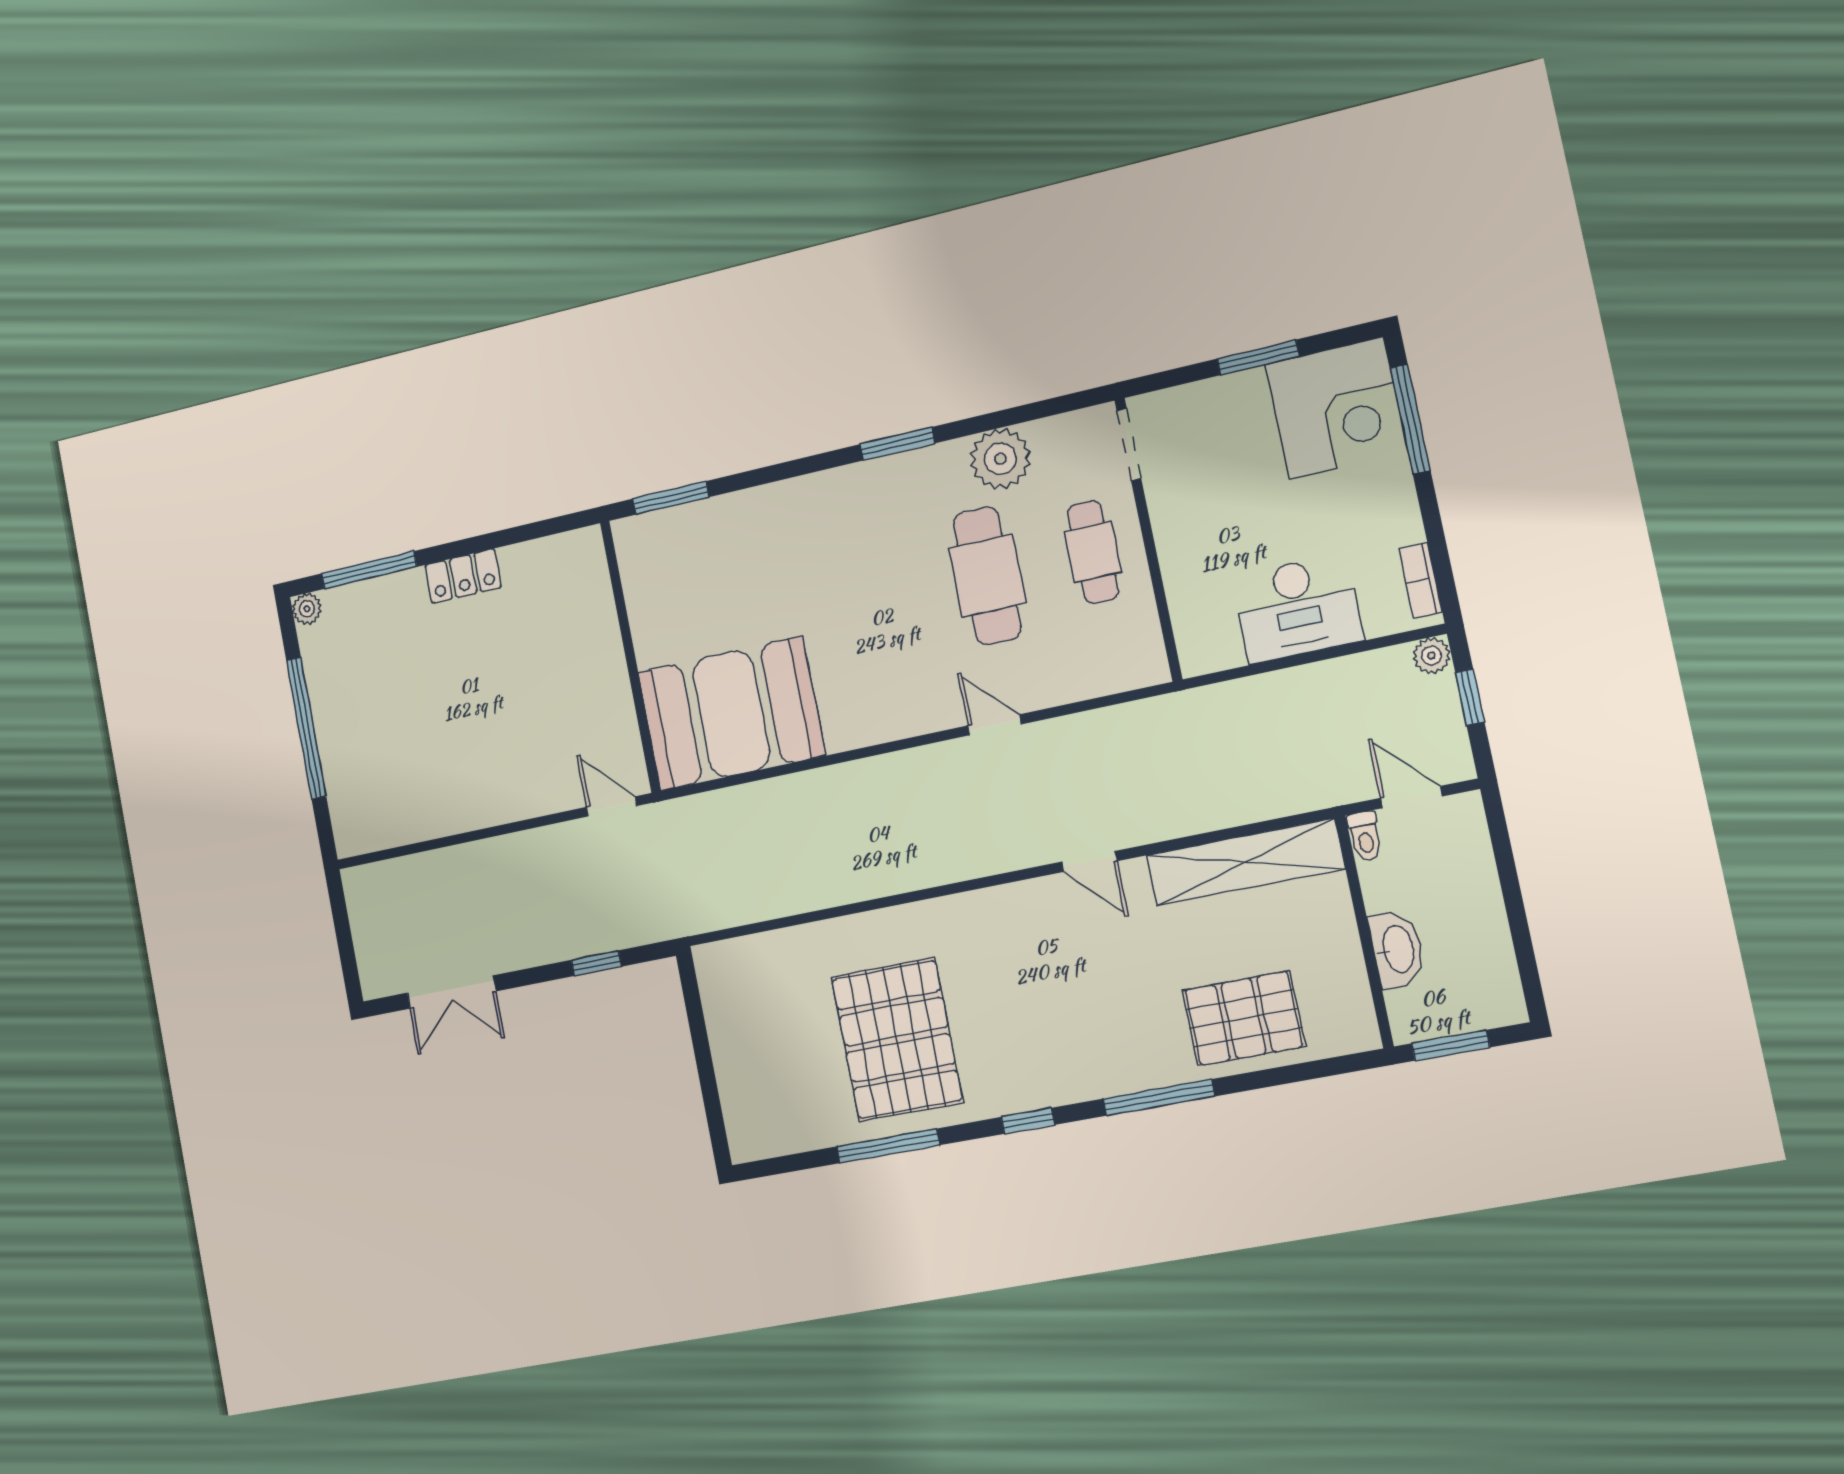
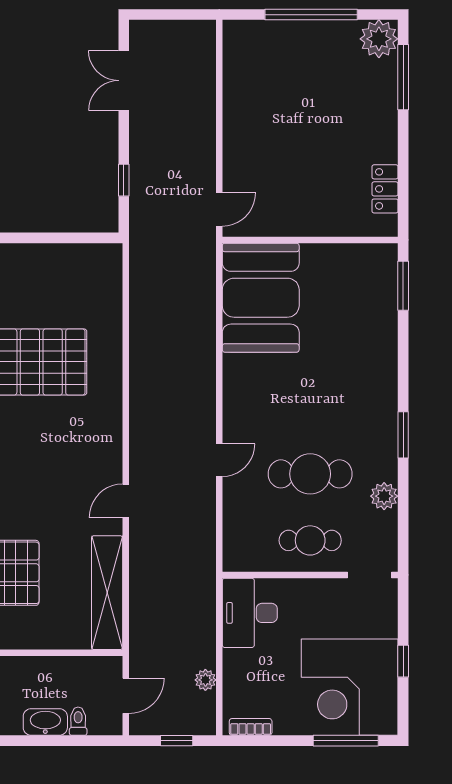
window: (1258, 357) -> (403, 661), width x0.67
corner desk: (1336, 408) -> (350, 687), width x1.36, depth x1.36
plant: (1000, 459) -> (384, 496), width x0.73, depth x0.73
locker: (463, 576) -> (385, 189), moved
desk: (1297, 608) -> (250, 613), moved
plant: (307, 609) -> (379, 39), width x1.87, depth x1.87
plant: (1431, 656) -> (205, 680), moved
toilet: (1365, 836) -> (78, 721), moved, turned 90
washbasin: (1397, 949) -> (45, 722), moved, turned 180

